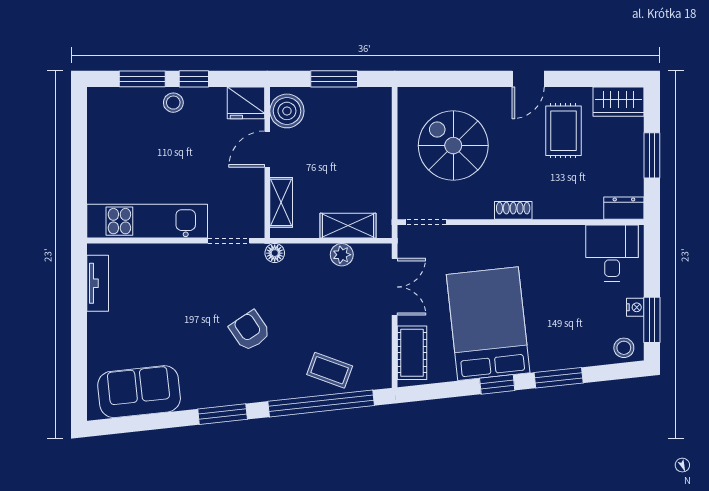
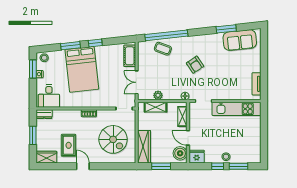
door: (528, 79) -> (83, 166), hinge flipped
wardrobe: (376, 128) -> (144, 147), added
door: (267, 149) -> (188, 138), swing flipped
bed: (488, 324) -> (82, 69), moved
window: (223, 414) -> (226, 29), moved

